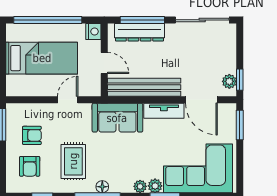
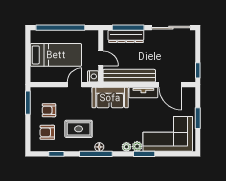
nightstand: (93, 31) -> (93, 76), moved
plant: (229, 81) -> (190, 72), removed
window: (240, 125) -> (198, 118), moved
armchair: (32, 135) -> (49, 110), turned 180
rug: (73, 161) -> (79, 129), turned 90
armchair: (30, 166) -> (47, 132), turned 90

